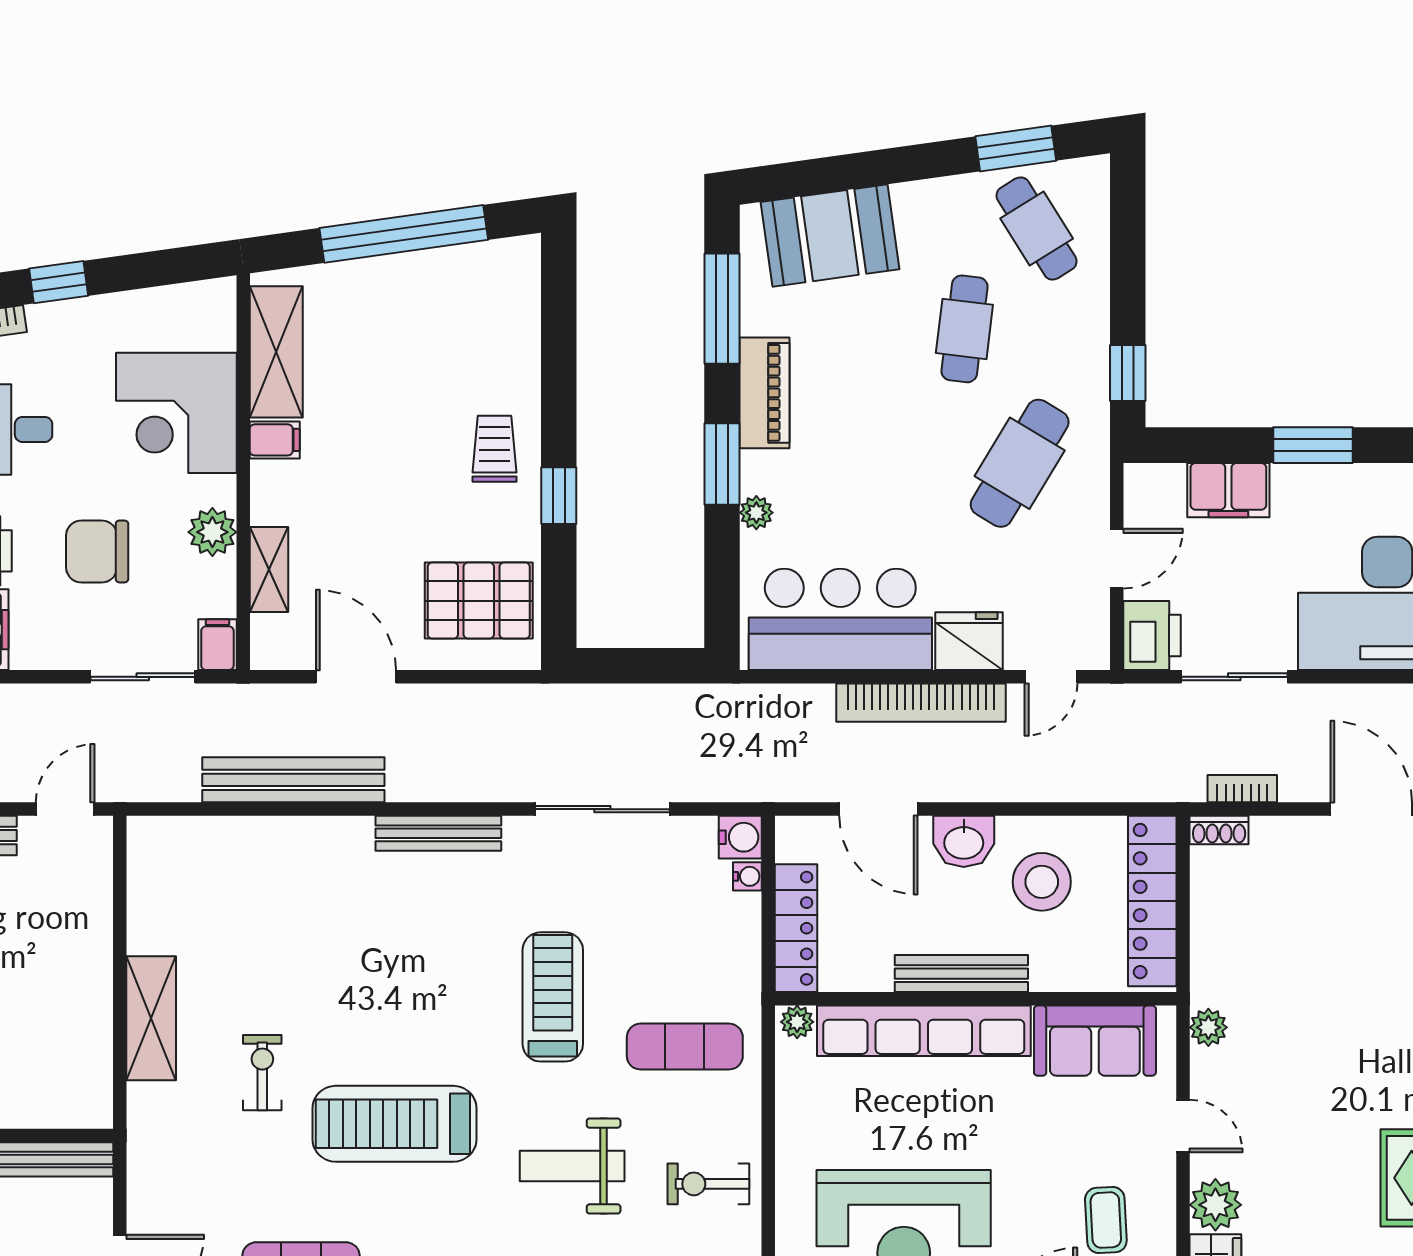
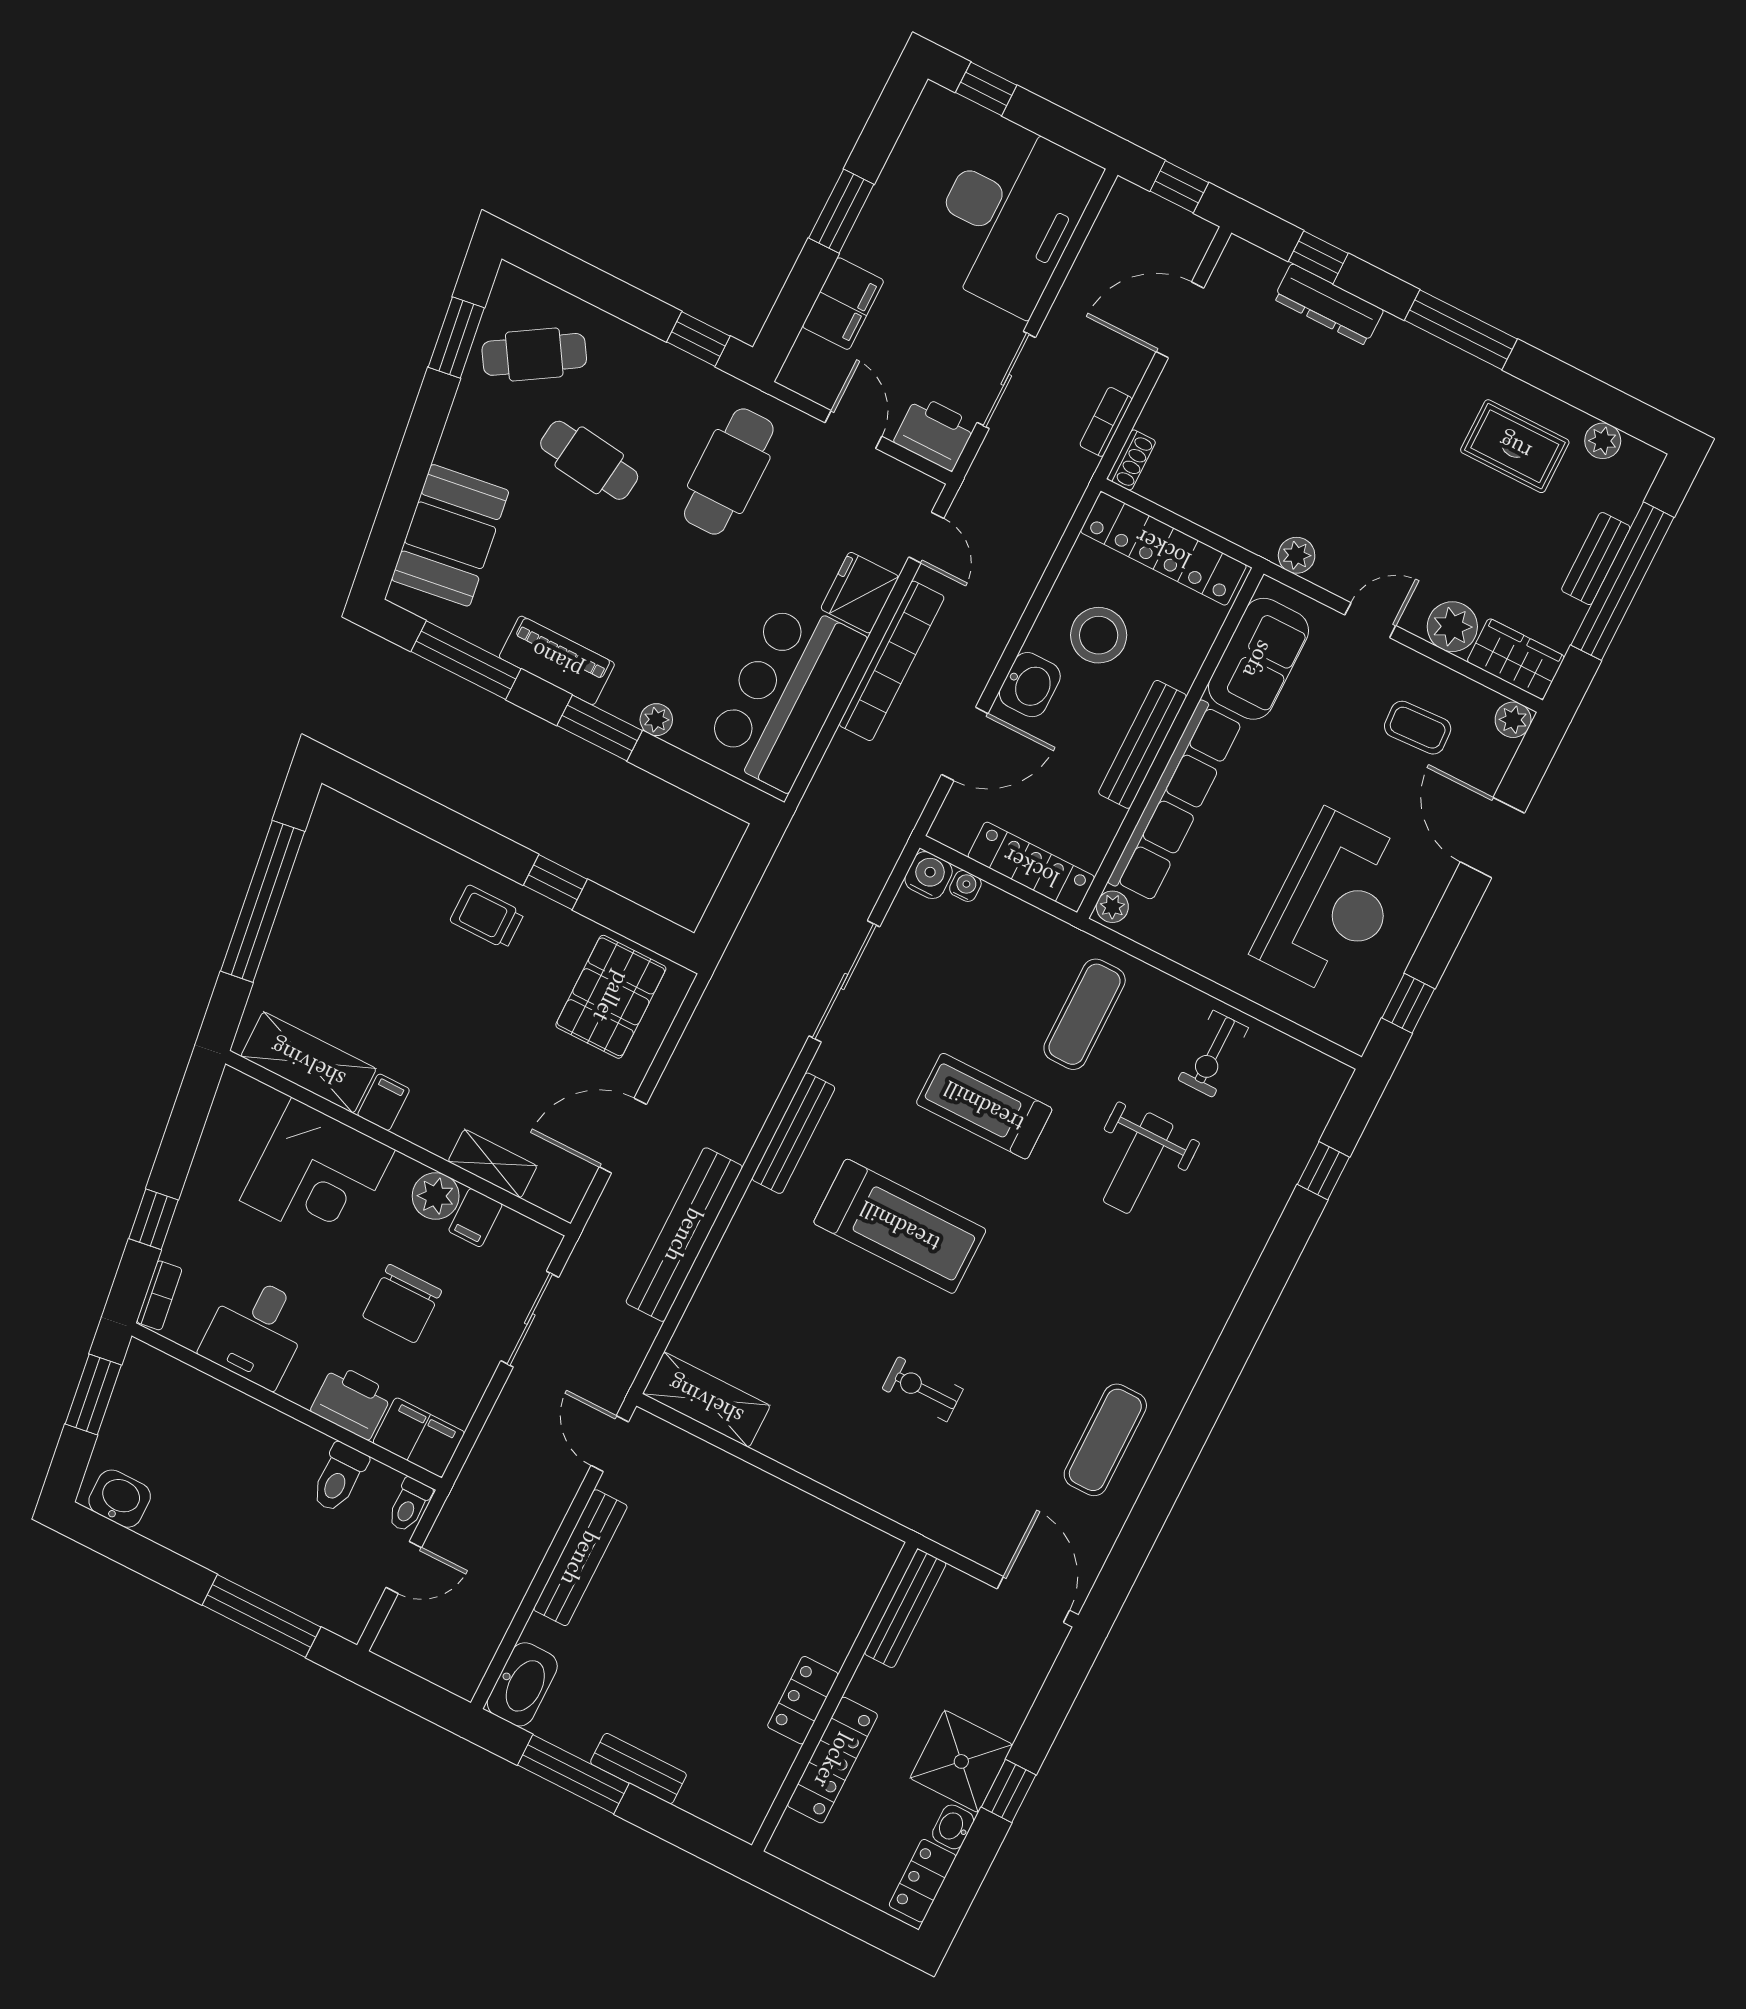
cafe table: (1020, 463) -> (729, 471), turned 59
filing cabinet: (217, 645) -> (475, 1218), moved, turned -90
shelving: (151, 1018) -> (706, 1400), moved
treadmill: (394, 1124) -> (900, 1226), moved, turned -90

